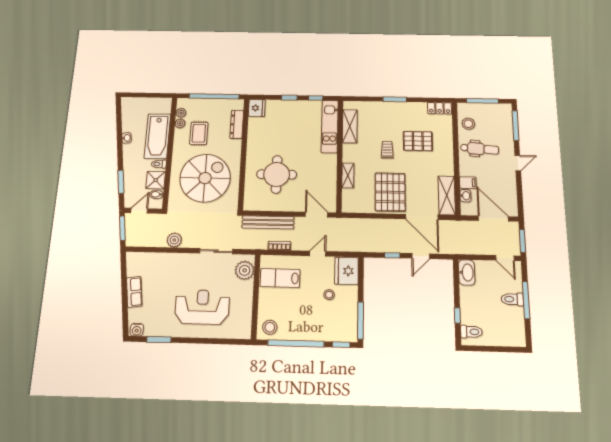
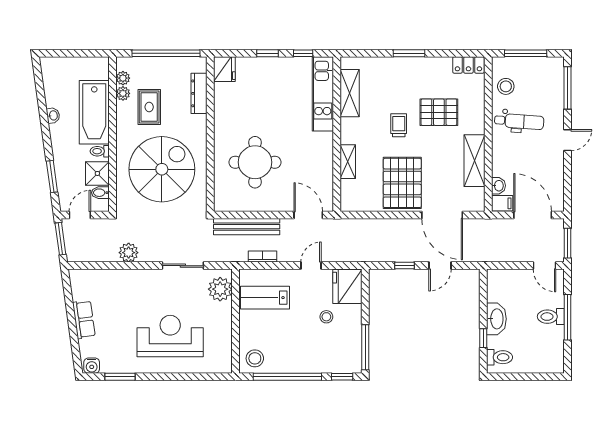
filing cabinet: (468, 183) -> (502, 203), moved
shelving: (447, 195) -> (475, 161), moved
washbasin: (467, 272) -> (496, 319), moved

